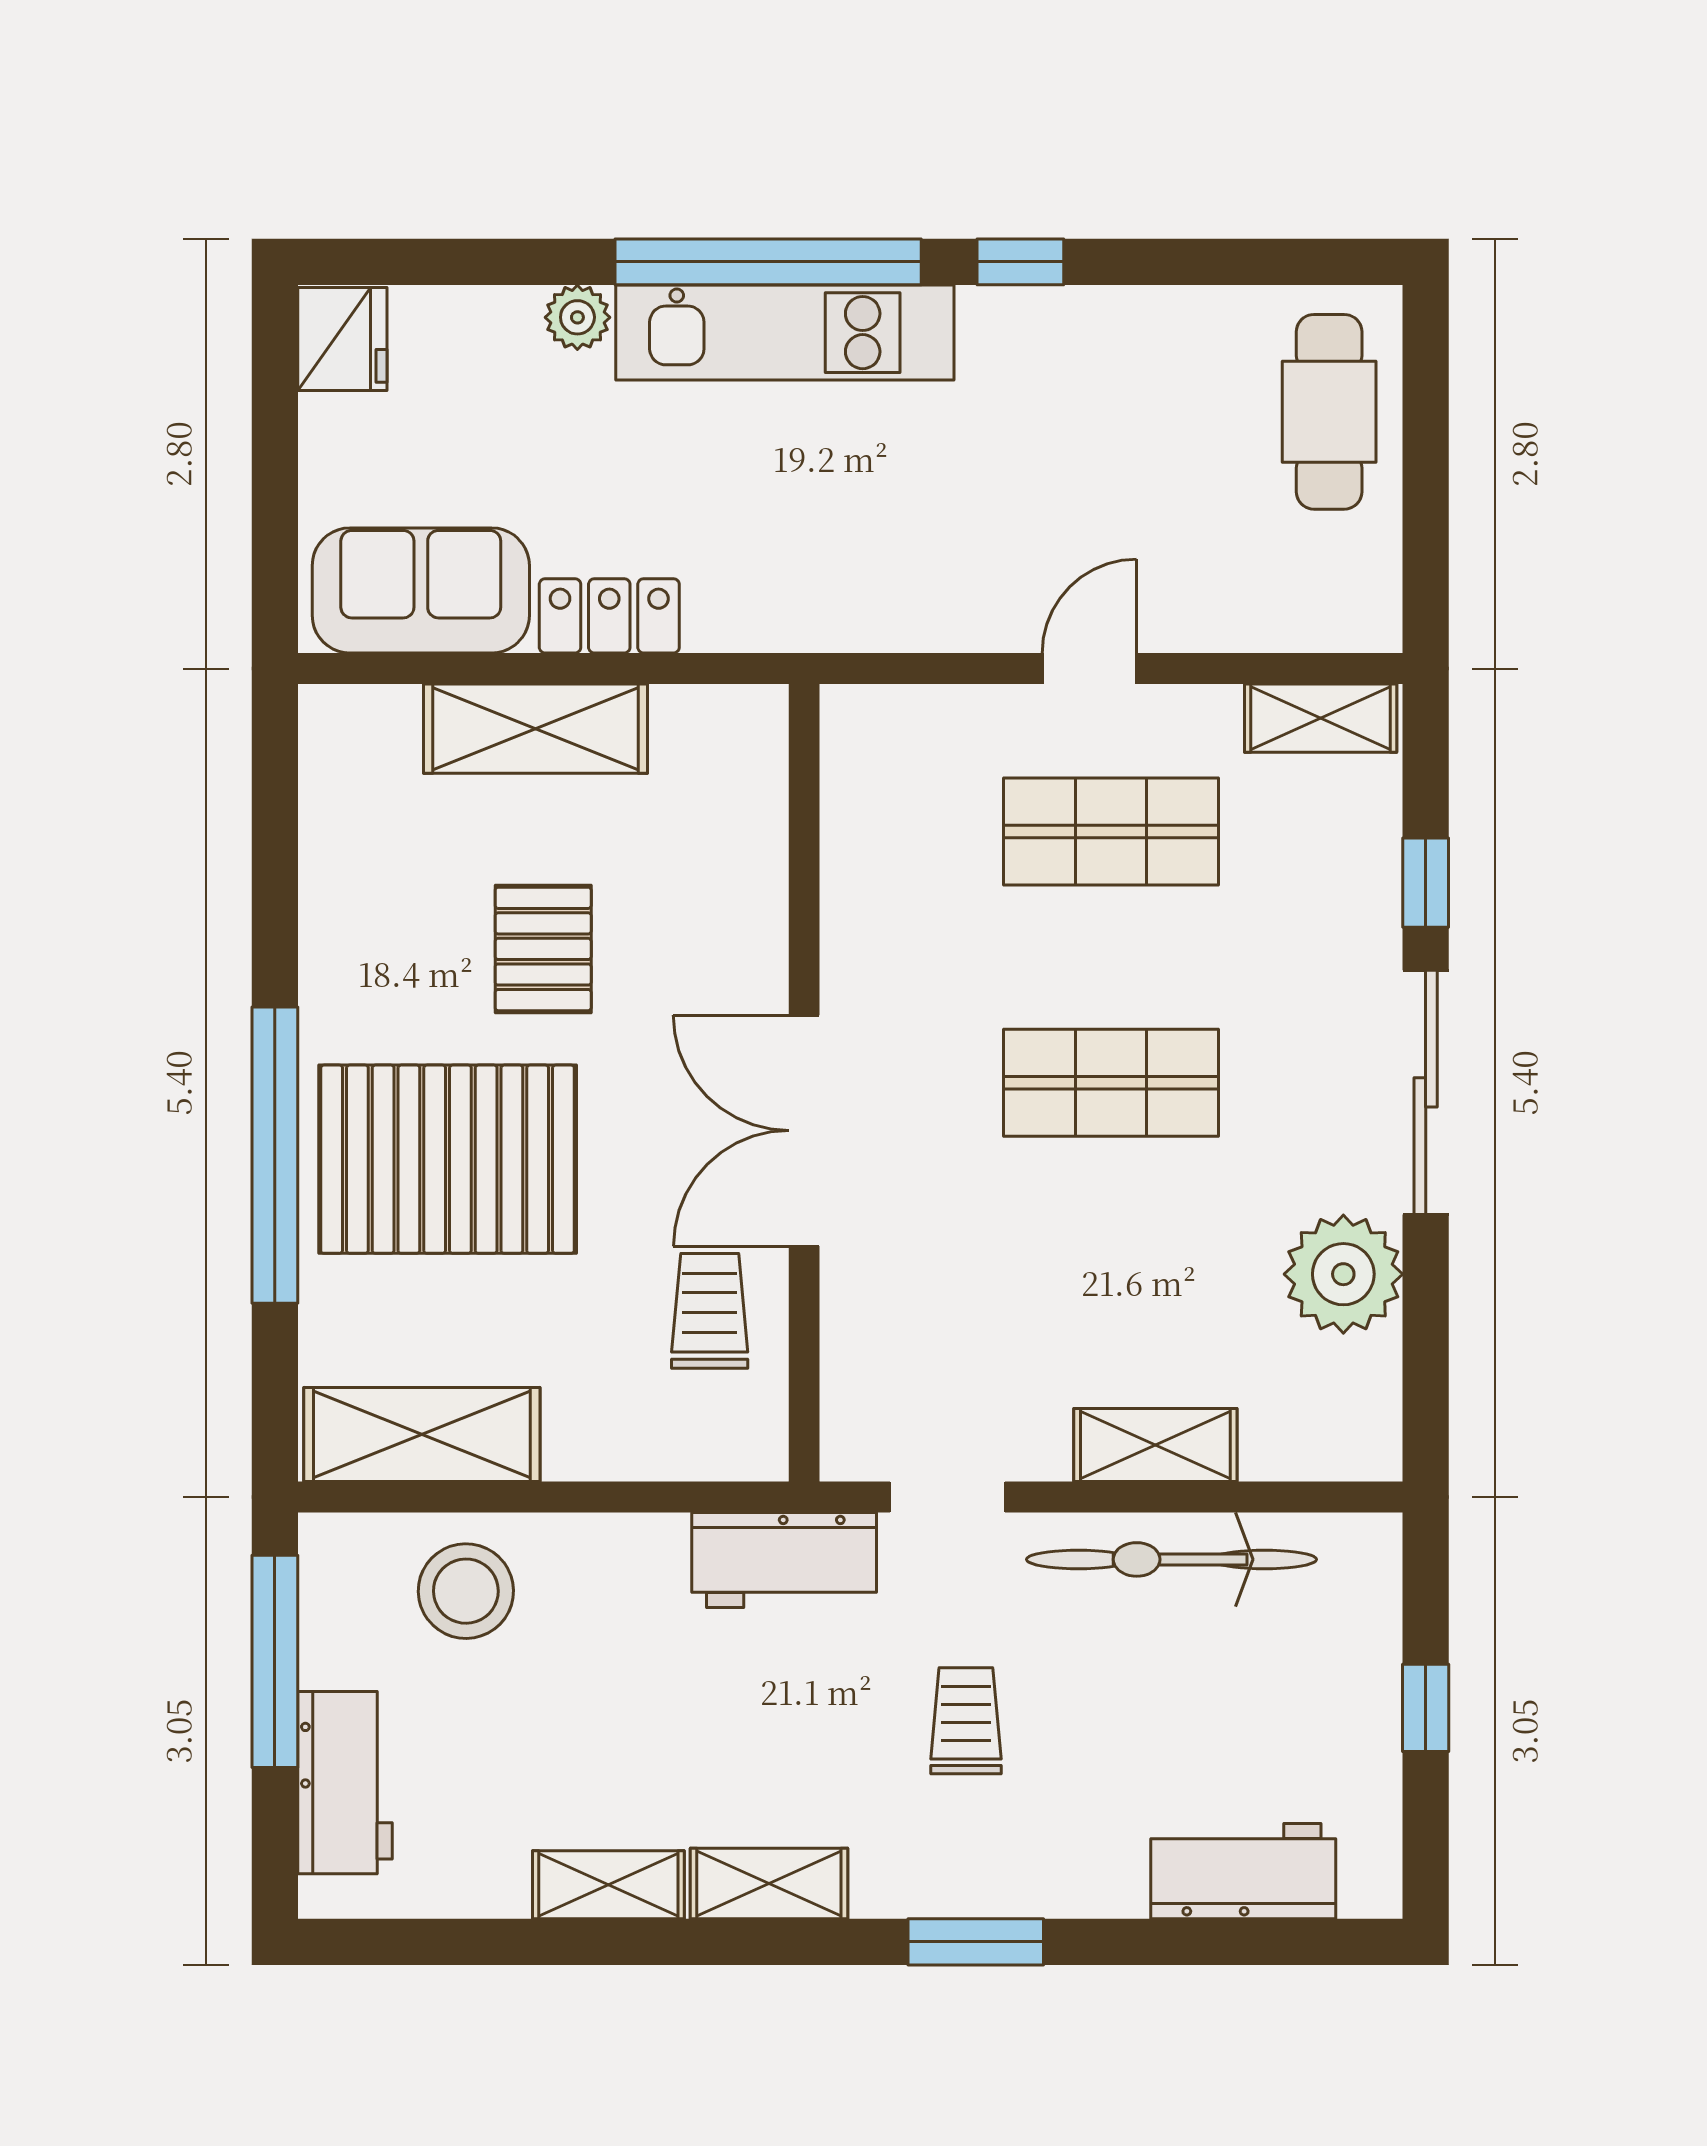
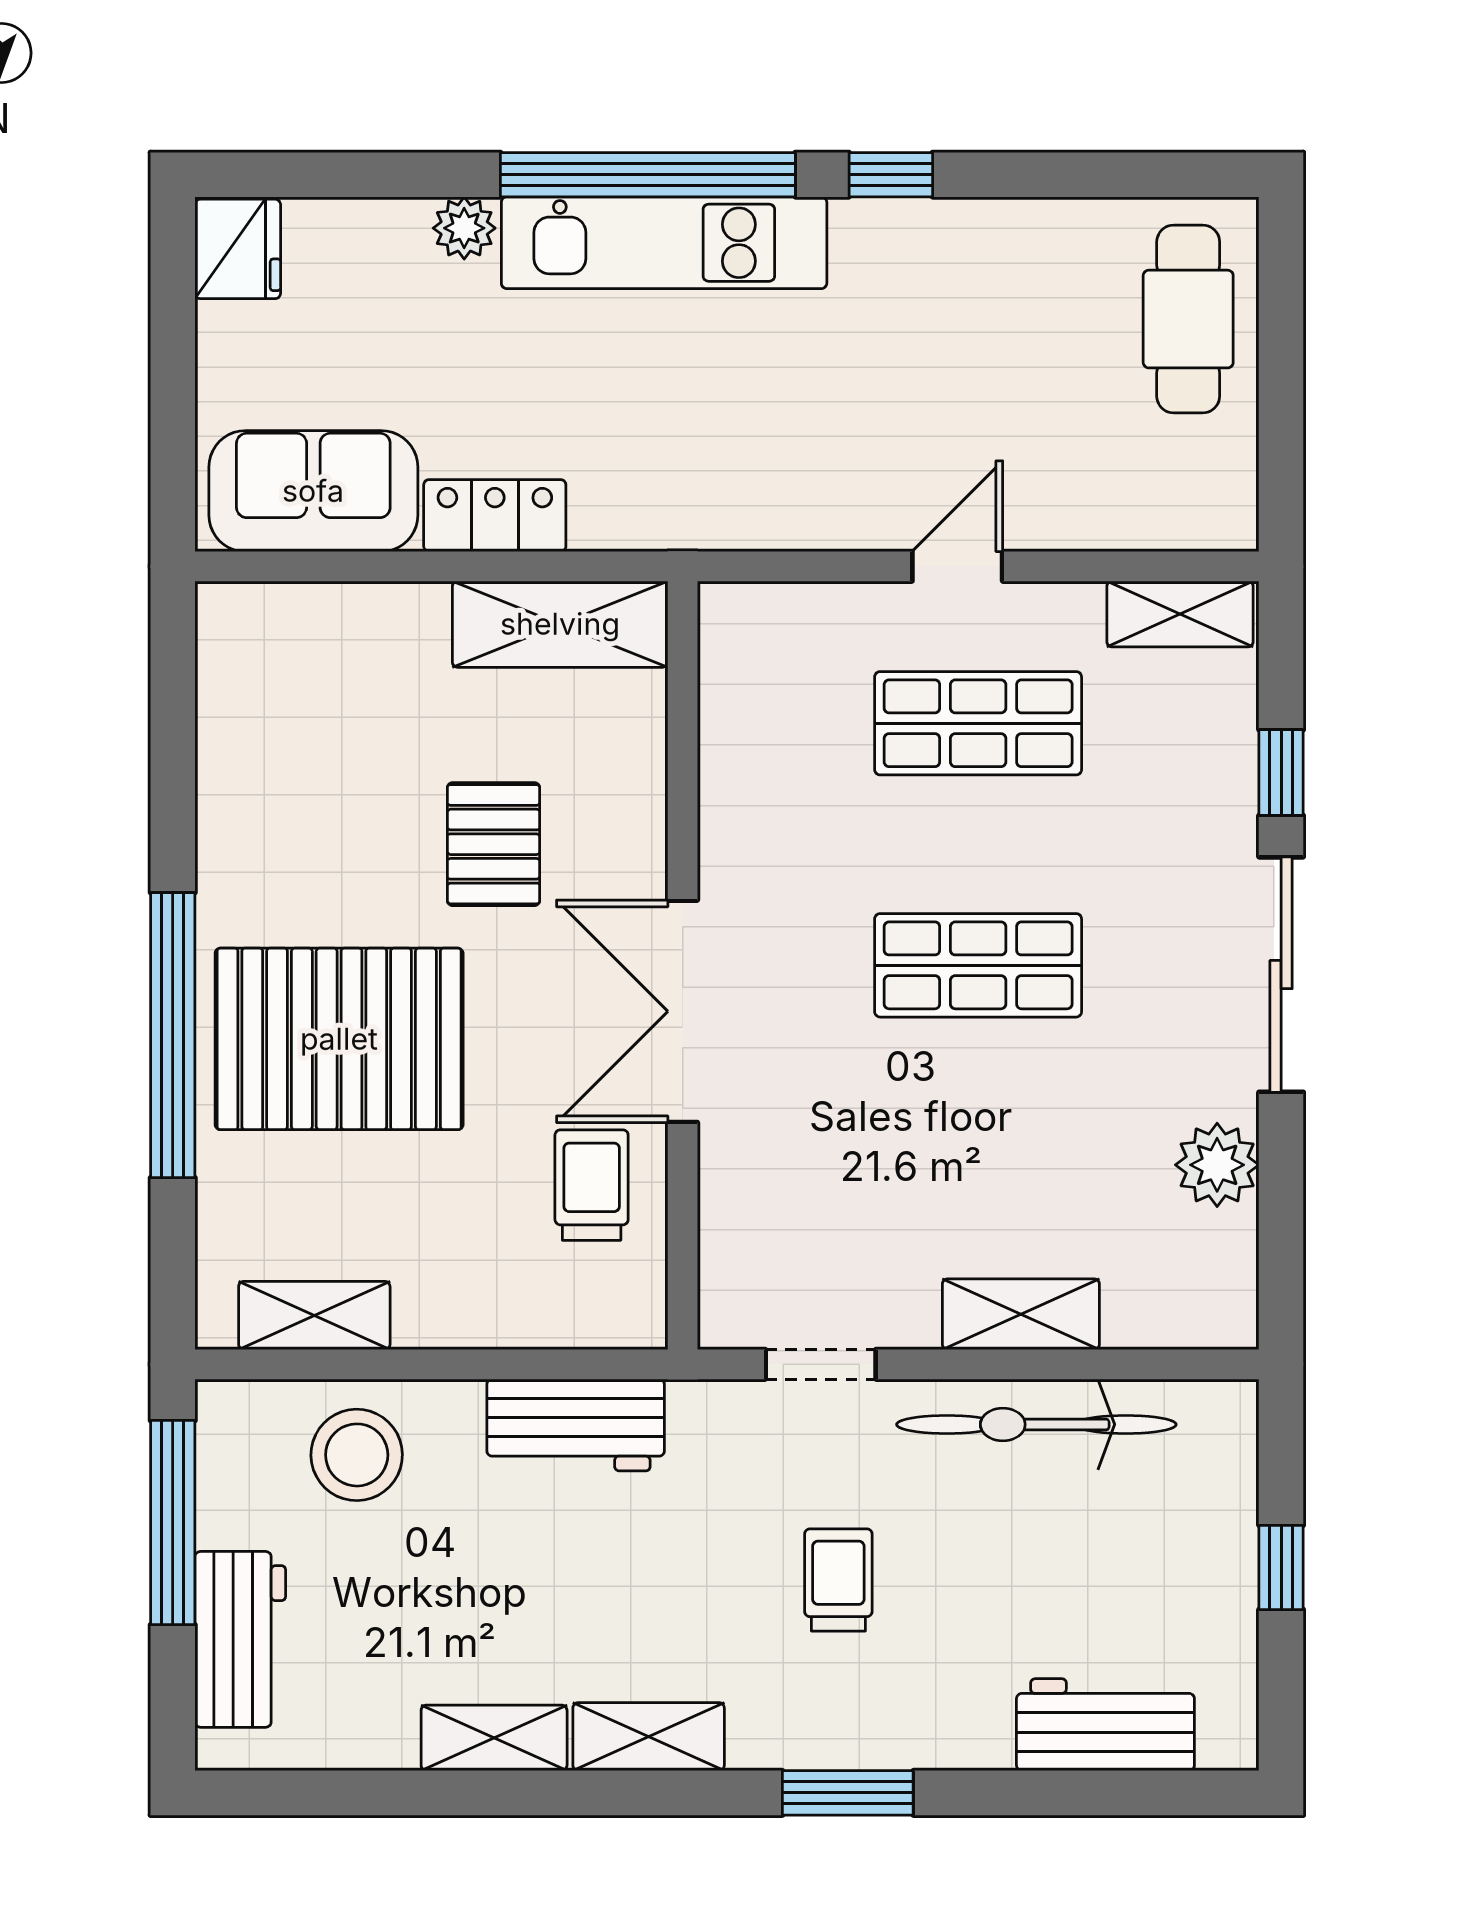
shelving: (535, 729) -> (560, 624), moved
pallet: (543, 949) -> (494, 844), moved
plant: (1343, 1274) -> (1217, 1165), width x0.73, depth x0.73
shelving: (422, 1434) -> (314, 1315), width x0.67, depth x0.75
workbench: (784, 1560) -> (576, 1425), moved

